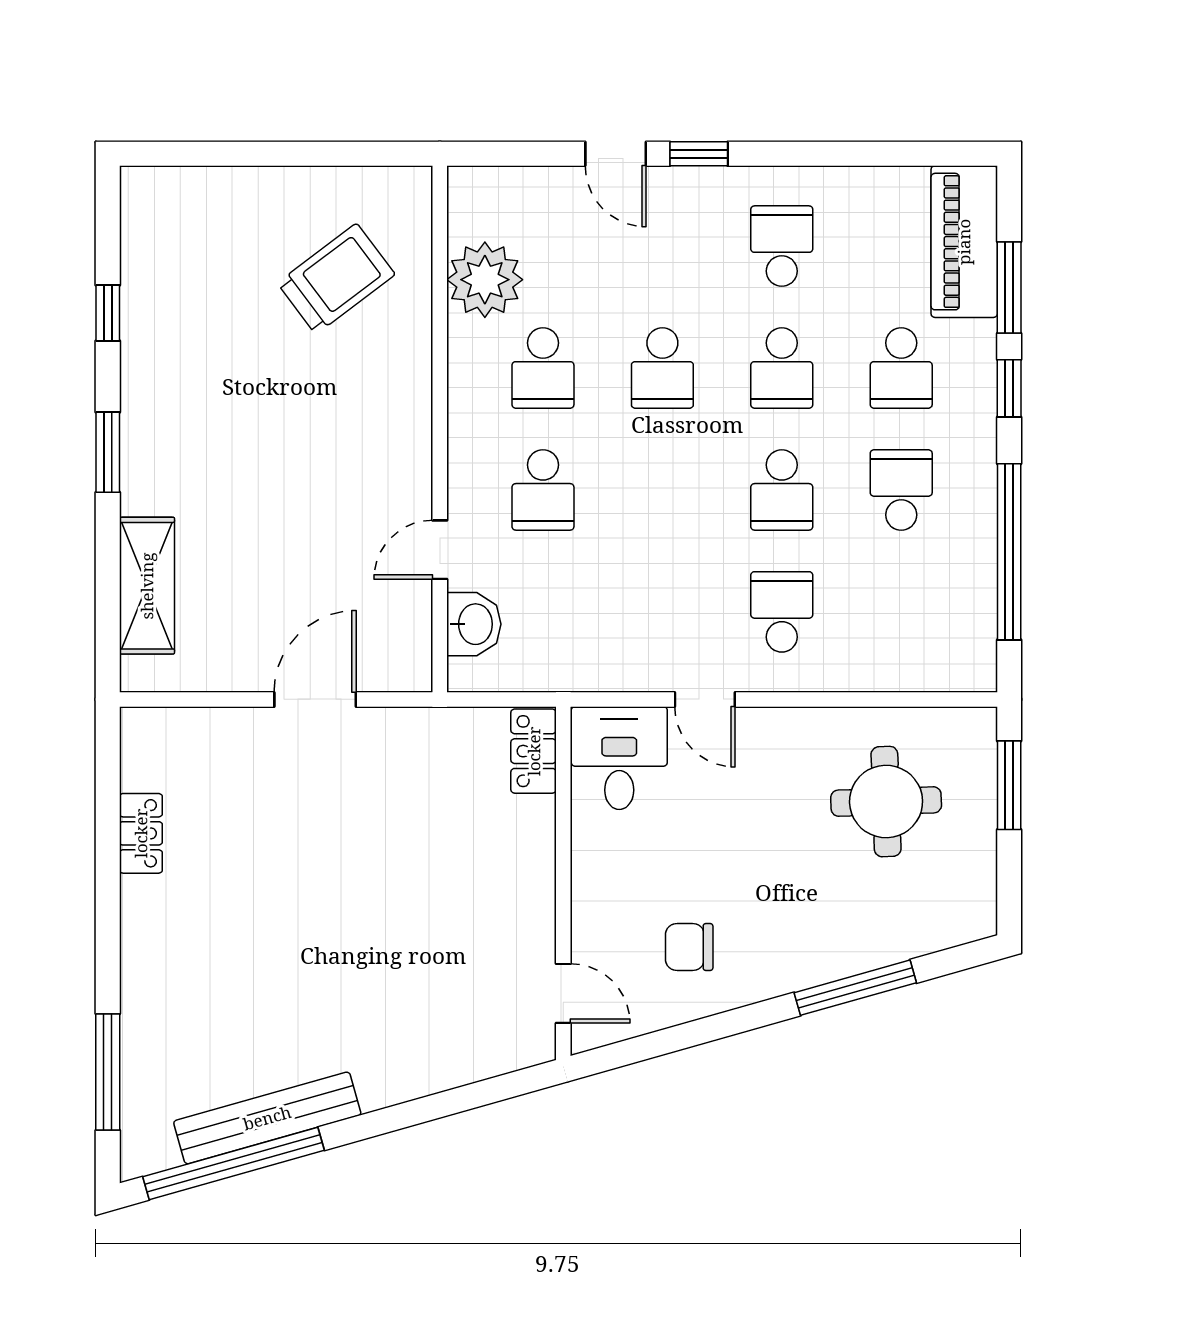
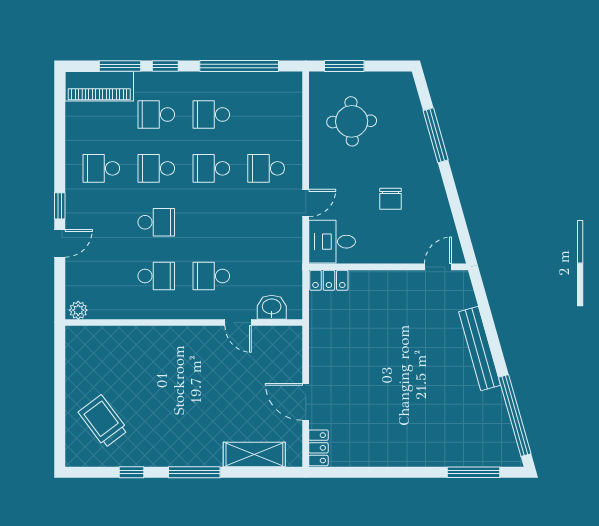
trolley: (336, 279) -> (103, 421), moved
plant: (485, 280) -> (78, 310), moved, width x0.53, depth x0.53
school desk: (782, 368) -> (156, 168), turned 180
school desk: (901, 368) -> (156, 115), turned 180
window: (108, 452) -> (194, 472), width x1.44
school desk: (543, 490) -> (211, 276), turned 180
school desk: (782, 490) -> (211, 168), turned 180
door: (315, 699) -> (306, 402), moved
locker: (141, 833) -> (318, 448), moved, turned 90
chair: (689, 947) -> (390, 199), moved
bench: (267, 1118) -> (480, 349), moved

